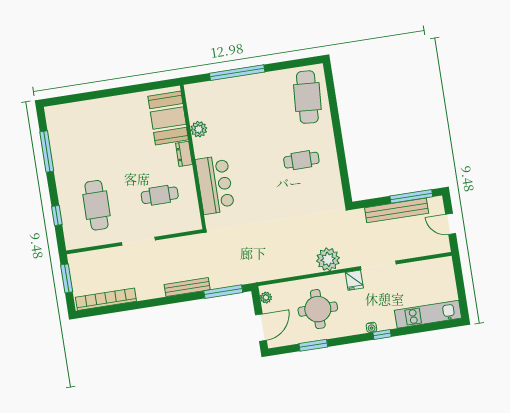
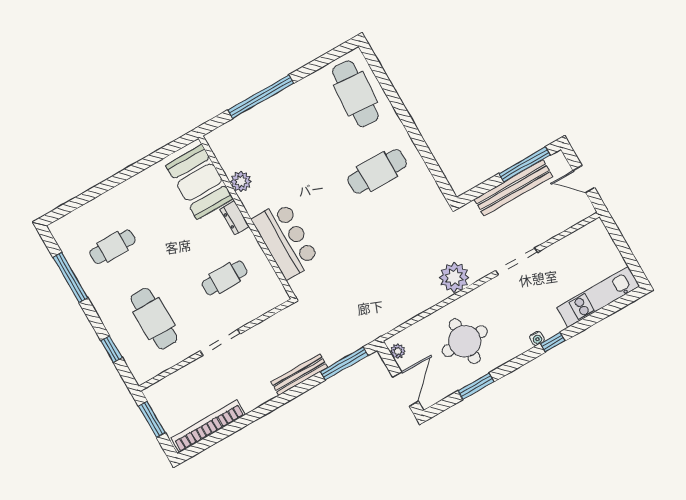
cafe table: (86, 141) -> (113, 247), added
cafe table: (301, 160) -> (377, 171), width x1.37, depth x1.35
fridge: (354, 280) -> (495, 290), removed

